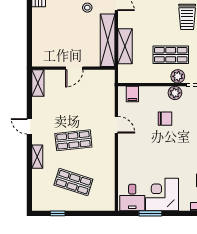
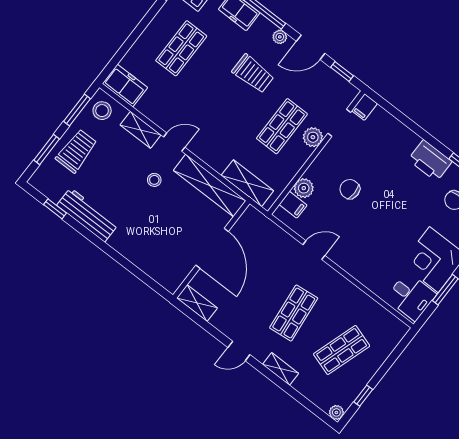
shelving: (125, 46) -> (247, 183), moved
door: (74, 68) -> (212, 248), width x1.87
plant: (175, 93) -> (304, 188), moved
chair: (165, 119) -> (350, 189), turned -90
plant: (37, 206) -> (336, 412), added

